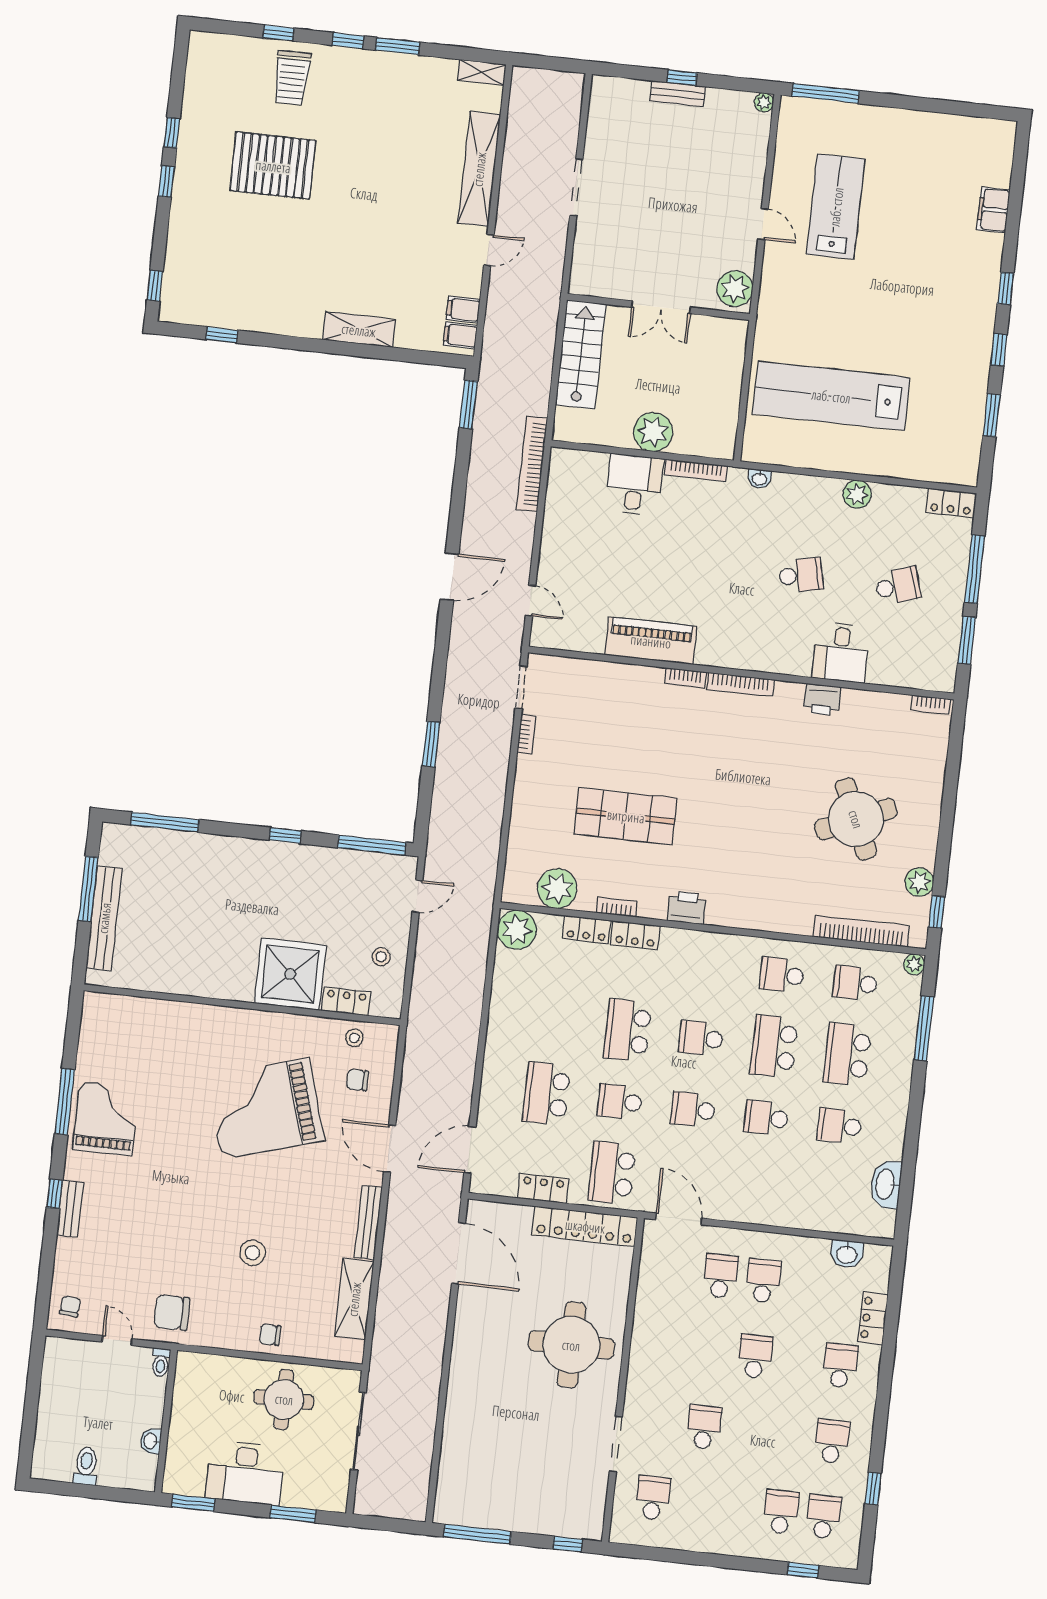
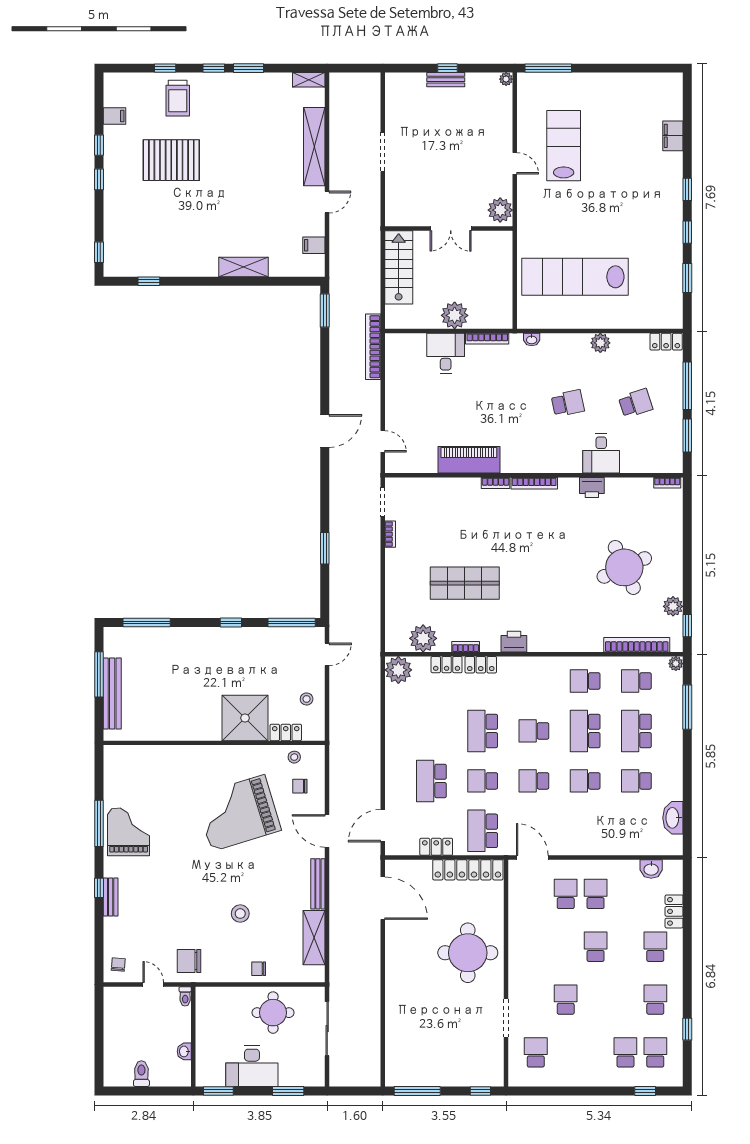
filing cabinet: (460, 335) -> (114, 116), moved, turned 180

